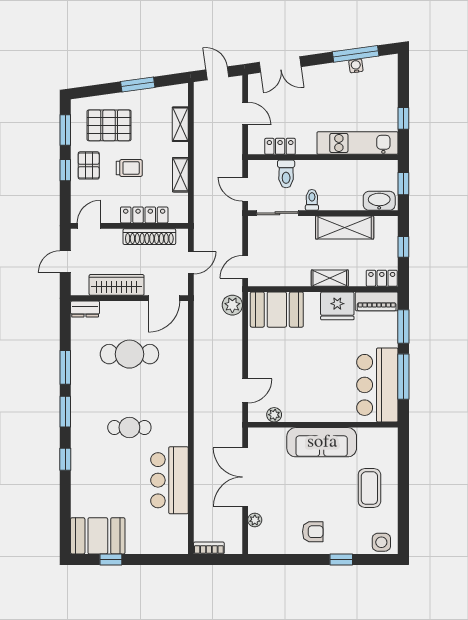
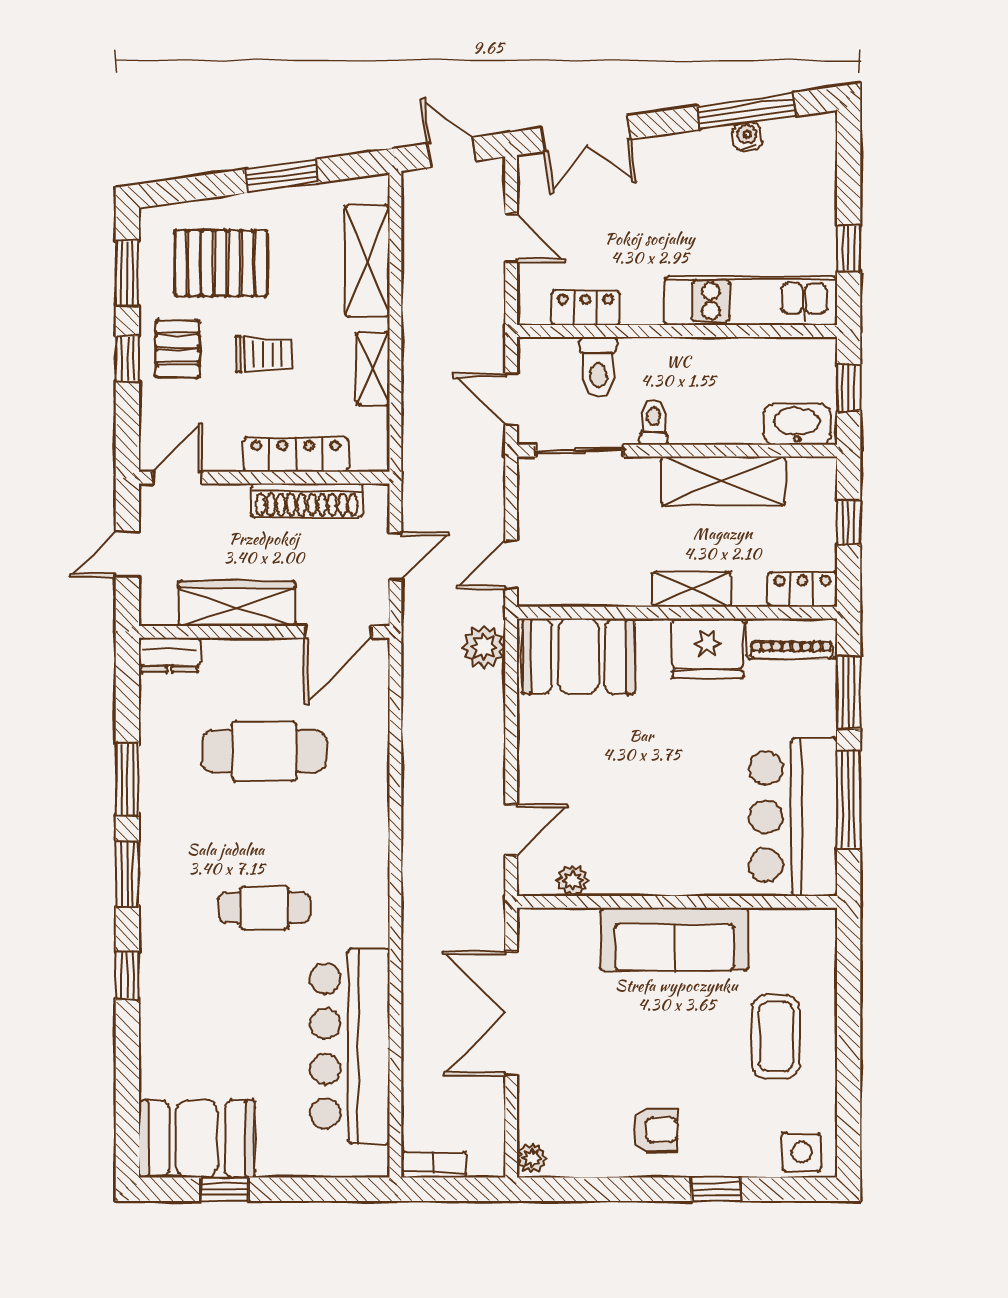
shelving: (180, 124) -> (367, 261), width x1.50, depth x1.33
bar counter: (170, 480) -> (350, 1046), width x1.36
plant: (255, 520) -> (532, 1158), moved

